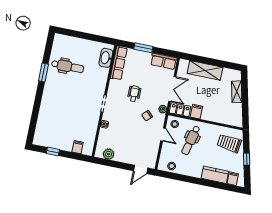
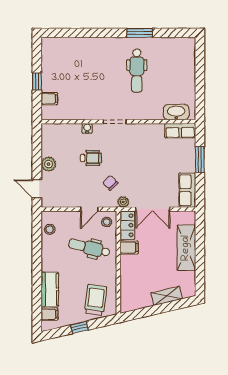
row of seats: (119, 63) -> (180, 131), width x0.68
dental chair: (68, 66) -> (137, 71), moved
wheelchair: (134, 94) -> (91, 158), moved
window: (53, 152) -> (37, 81), moved
plant: (109, 154) -> (49, 164), moved

